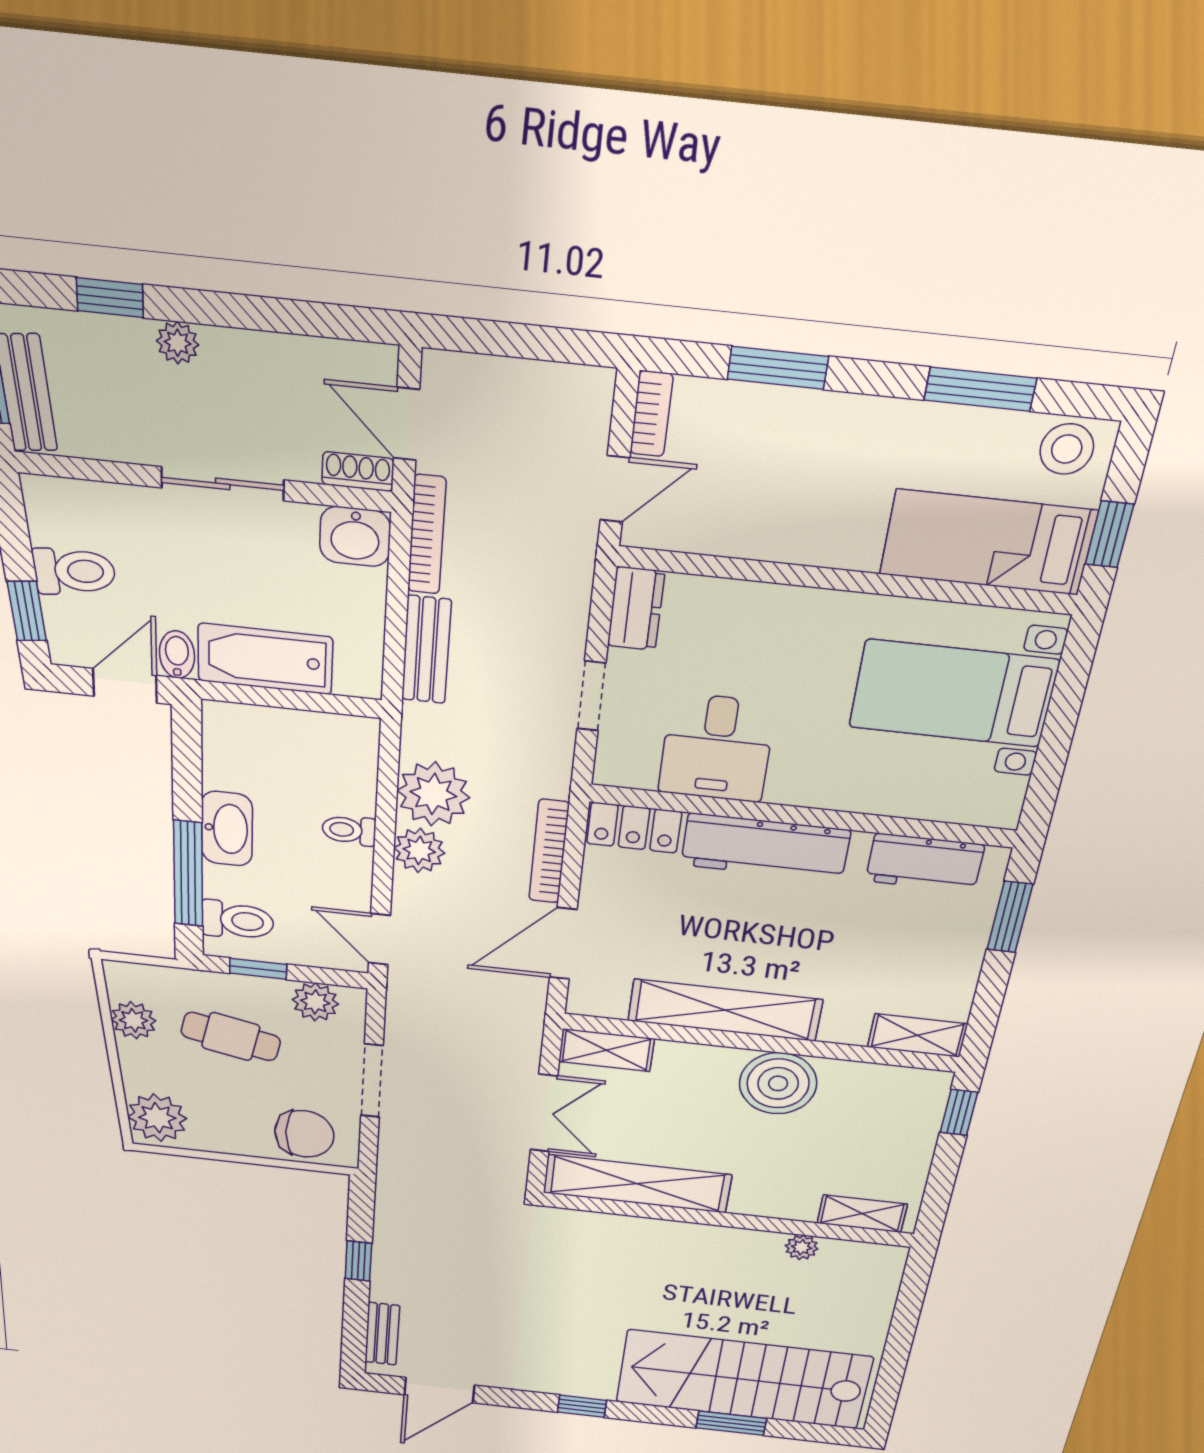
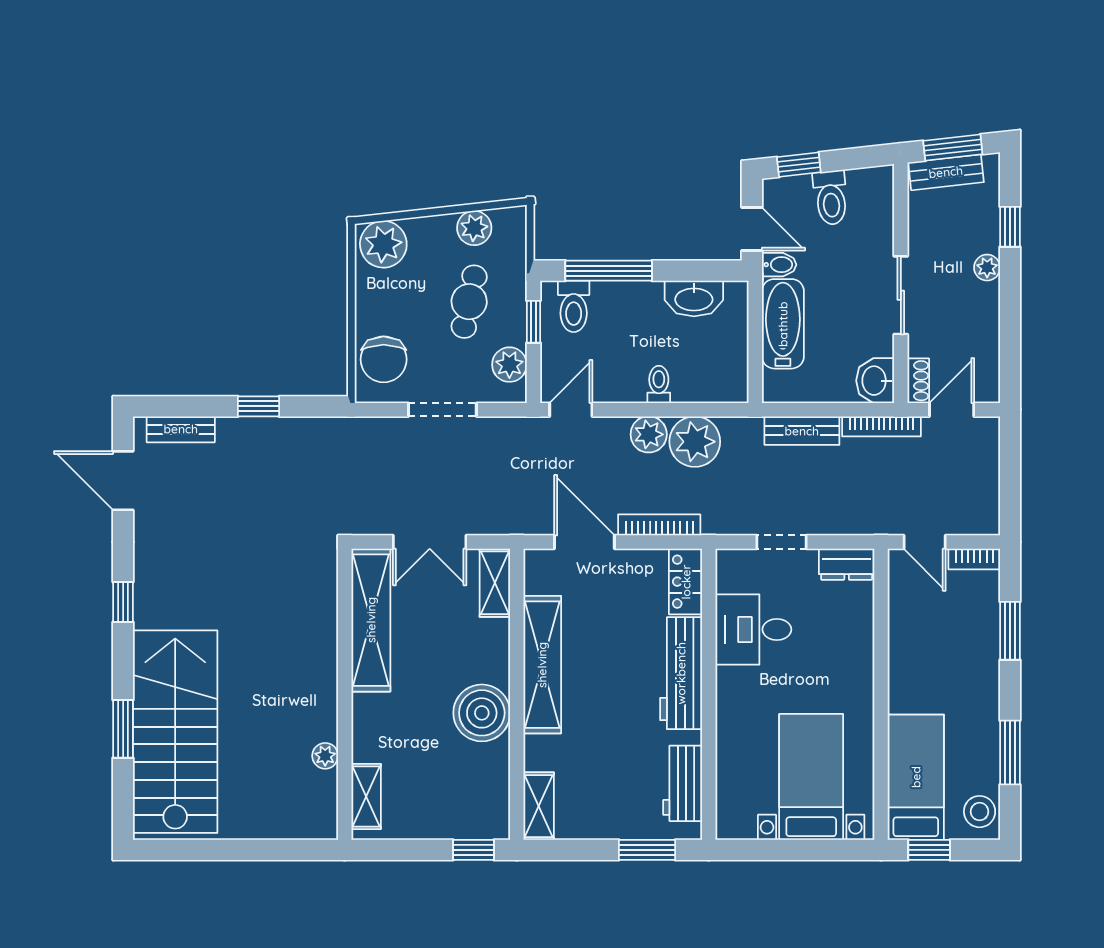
washbasin: (227, 829) -> (694, 298), moved

